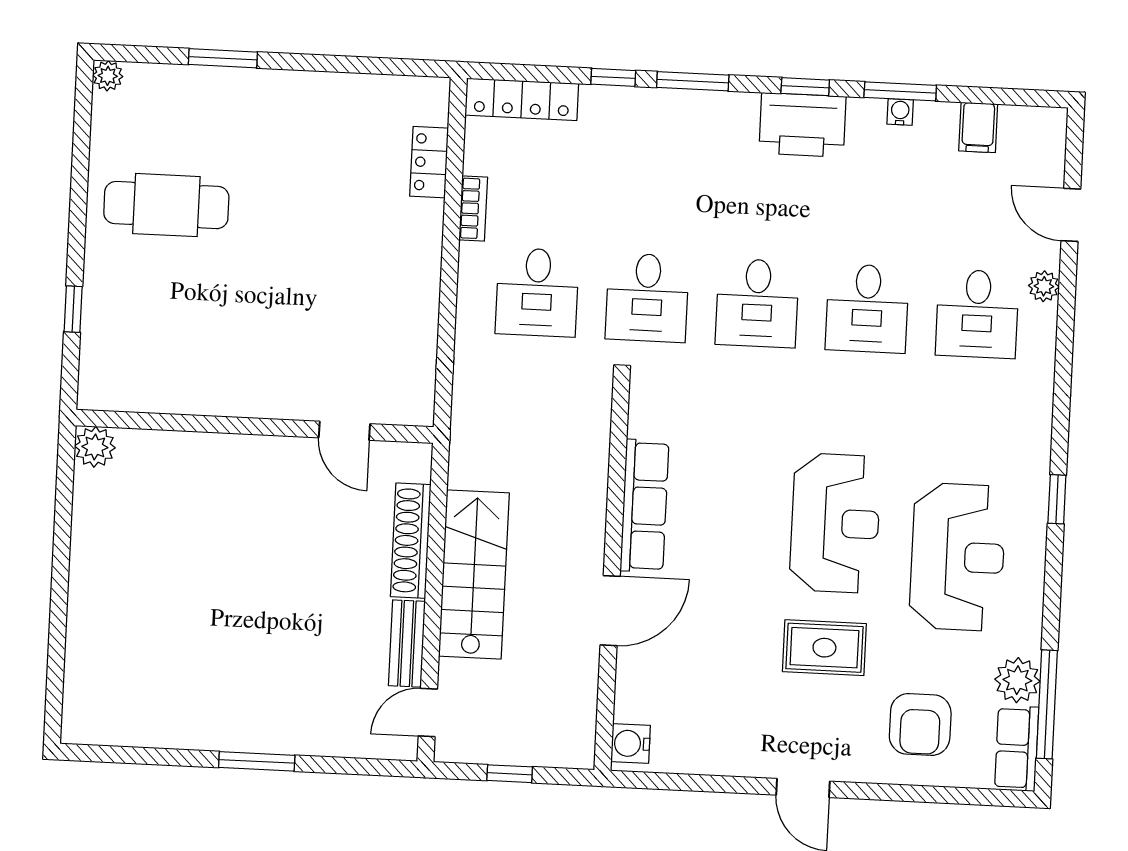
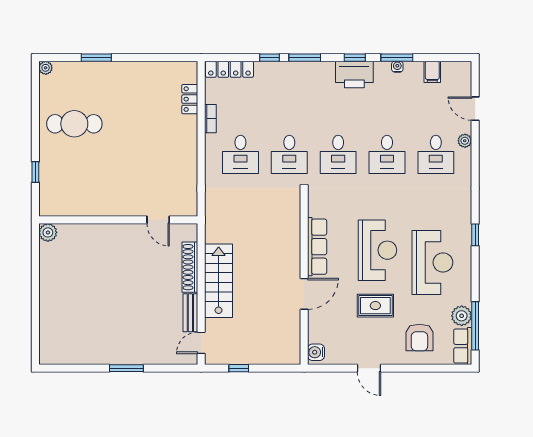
row of seats: (645, 506) -> (317, 247), moved
wall: (612, 576) -> (304, 278), moved
door: (610, 611) -> (304, 294), moved
water cooler: (631, 743) -> (316, 352), moved

